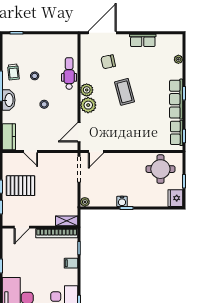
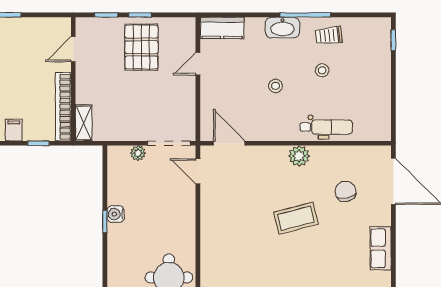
plant: (88, 105) -> (274, 159), removed
plant: (85, 202) -> (138, 153), moved
door: (22, 227) -> (73, 49), hinge flipped

